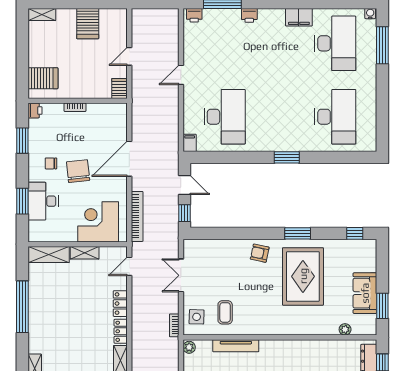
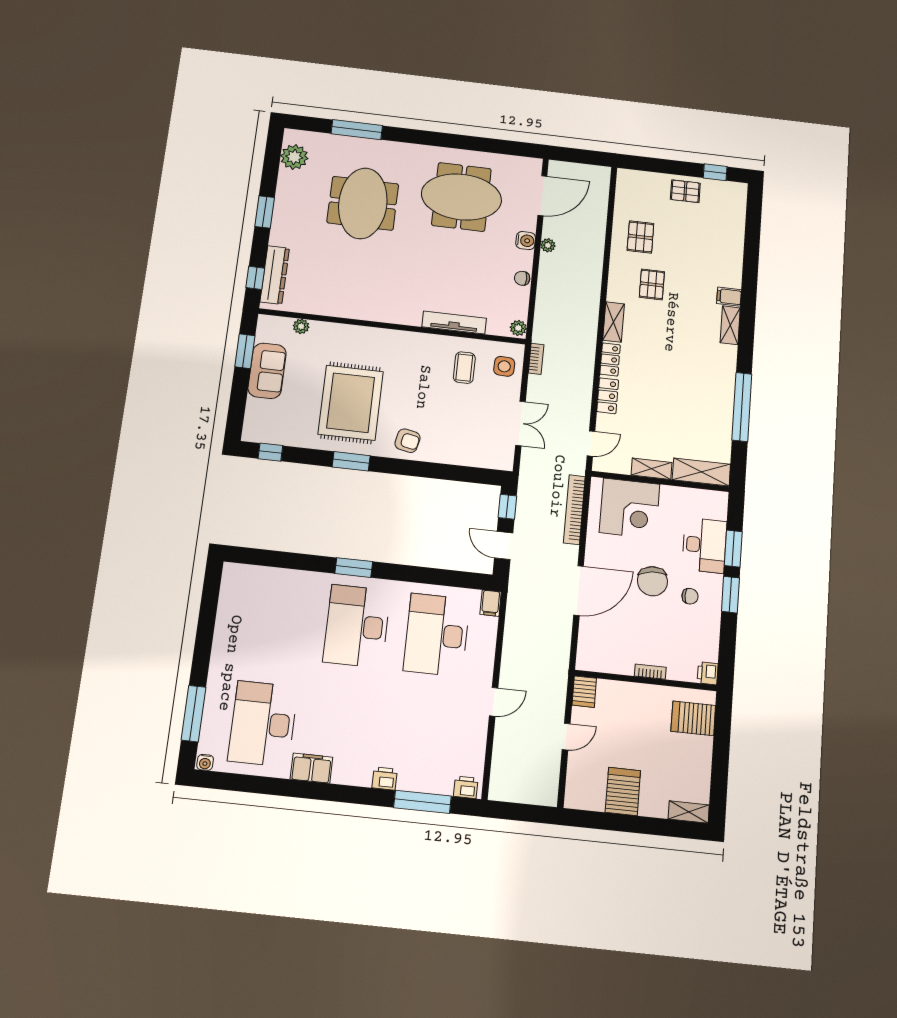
desk: (335, 117) -> (357, 626), moved
window: (22, 141) -> (730, 595), moved

